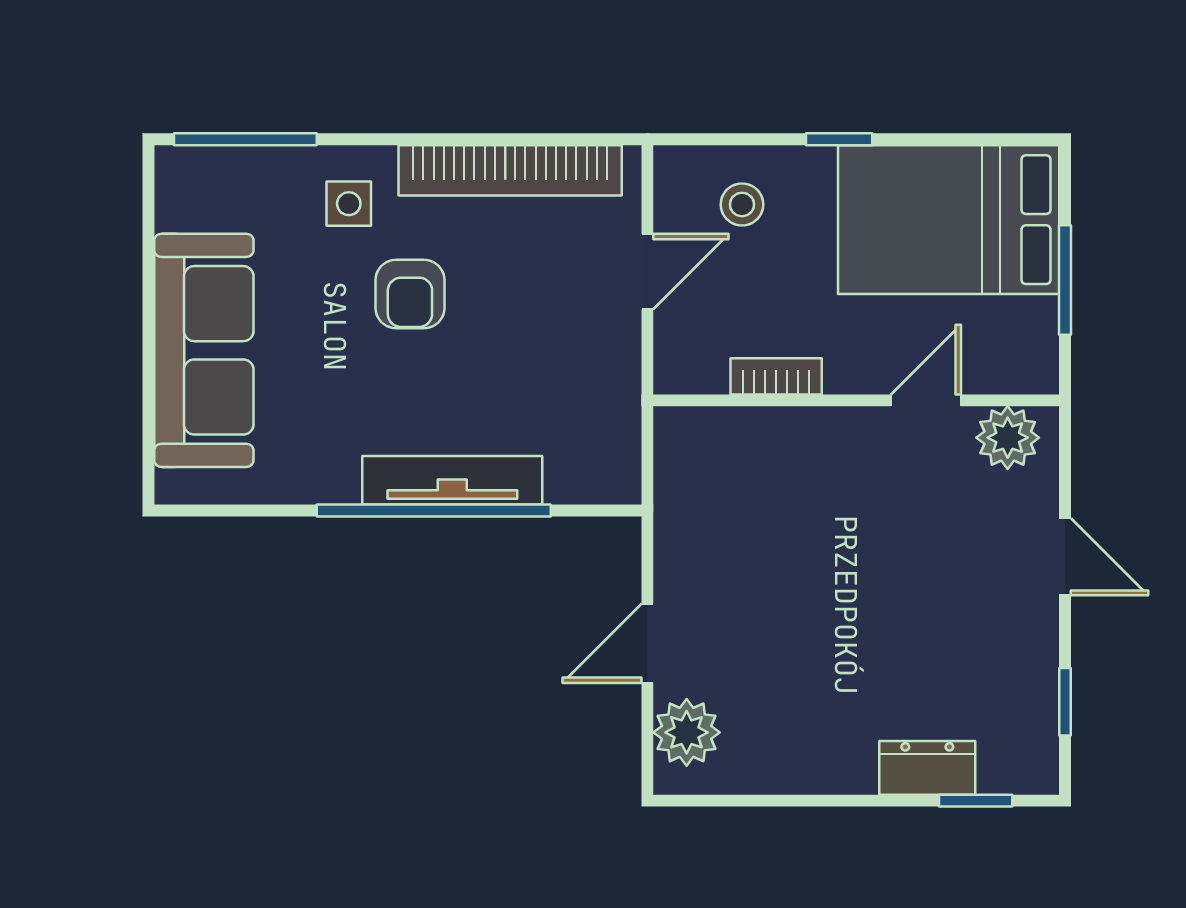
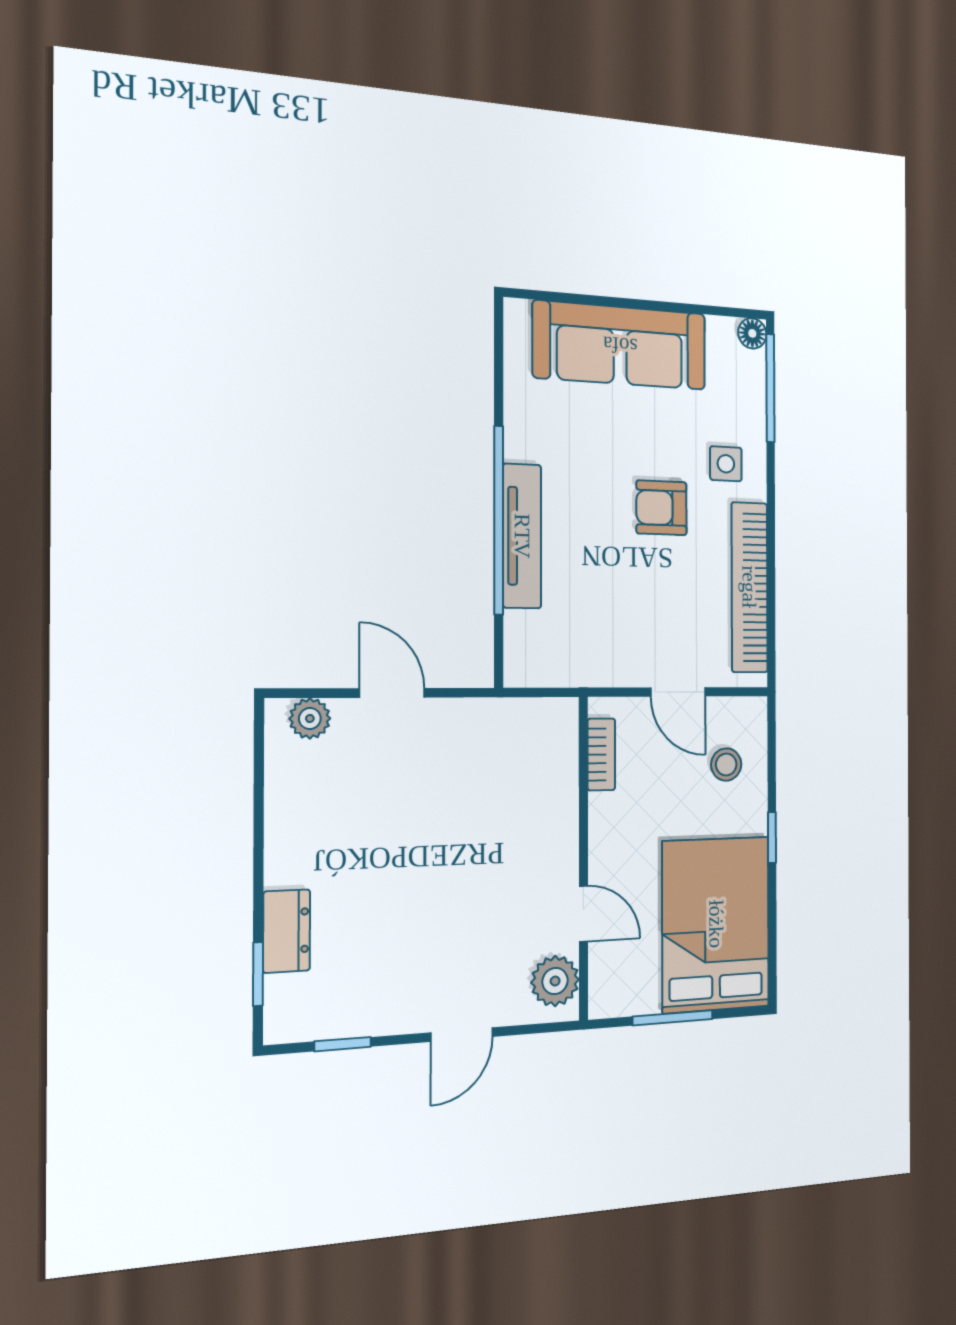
floor lamp: (174, 165) -> (752, 333), added
bookcase: (776, 376) -> (601, 754), moved
plant: (687, 732) -> (310, 719), width x0.73, depth x0.73

